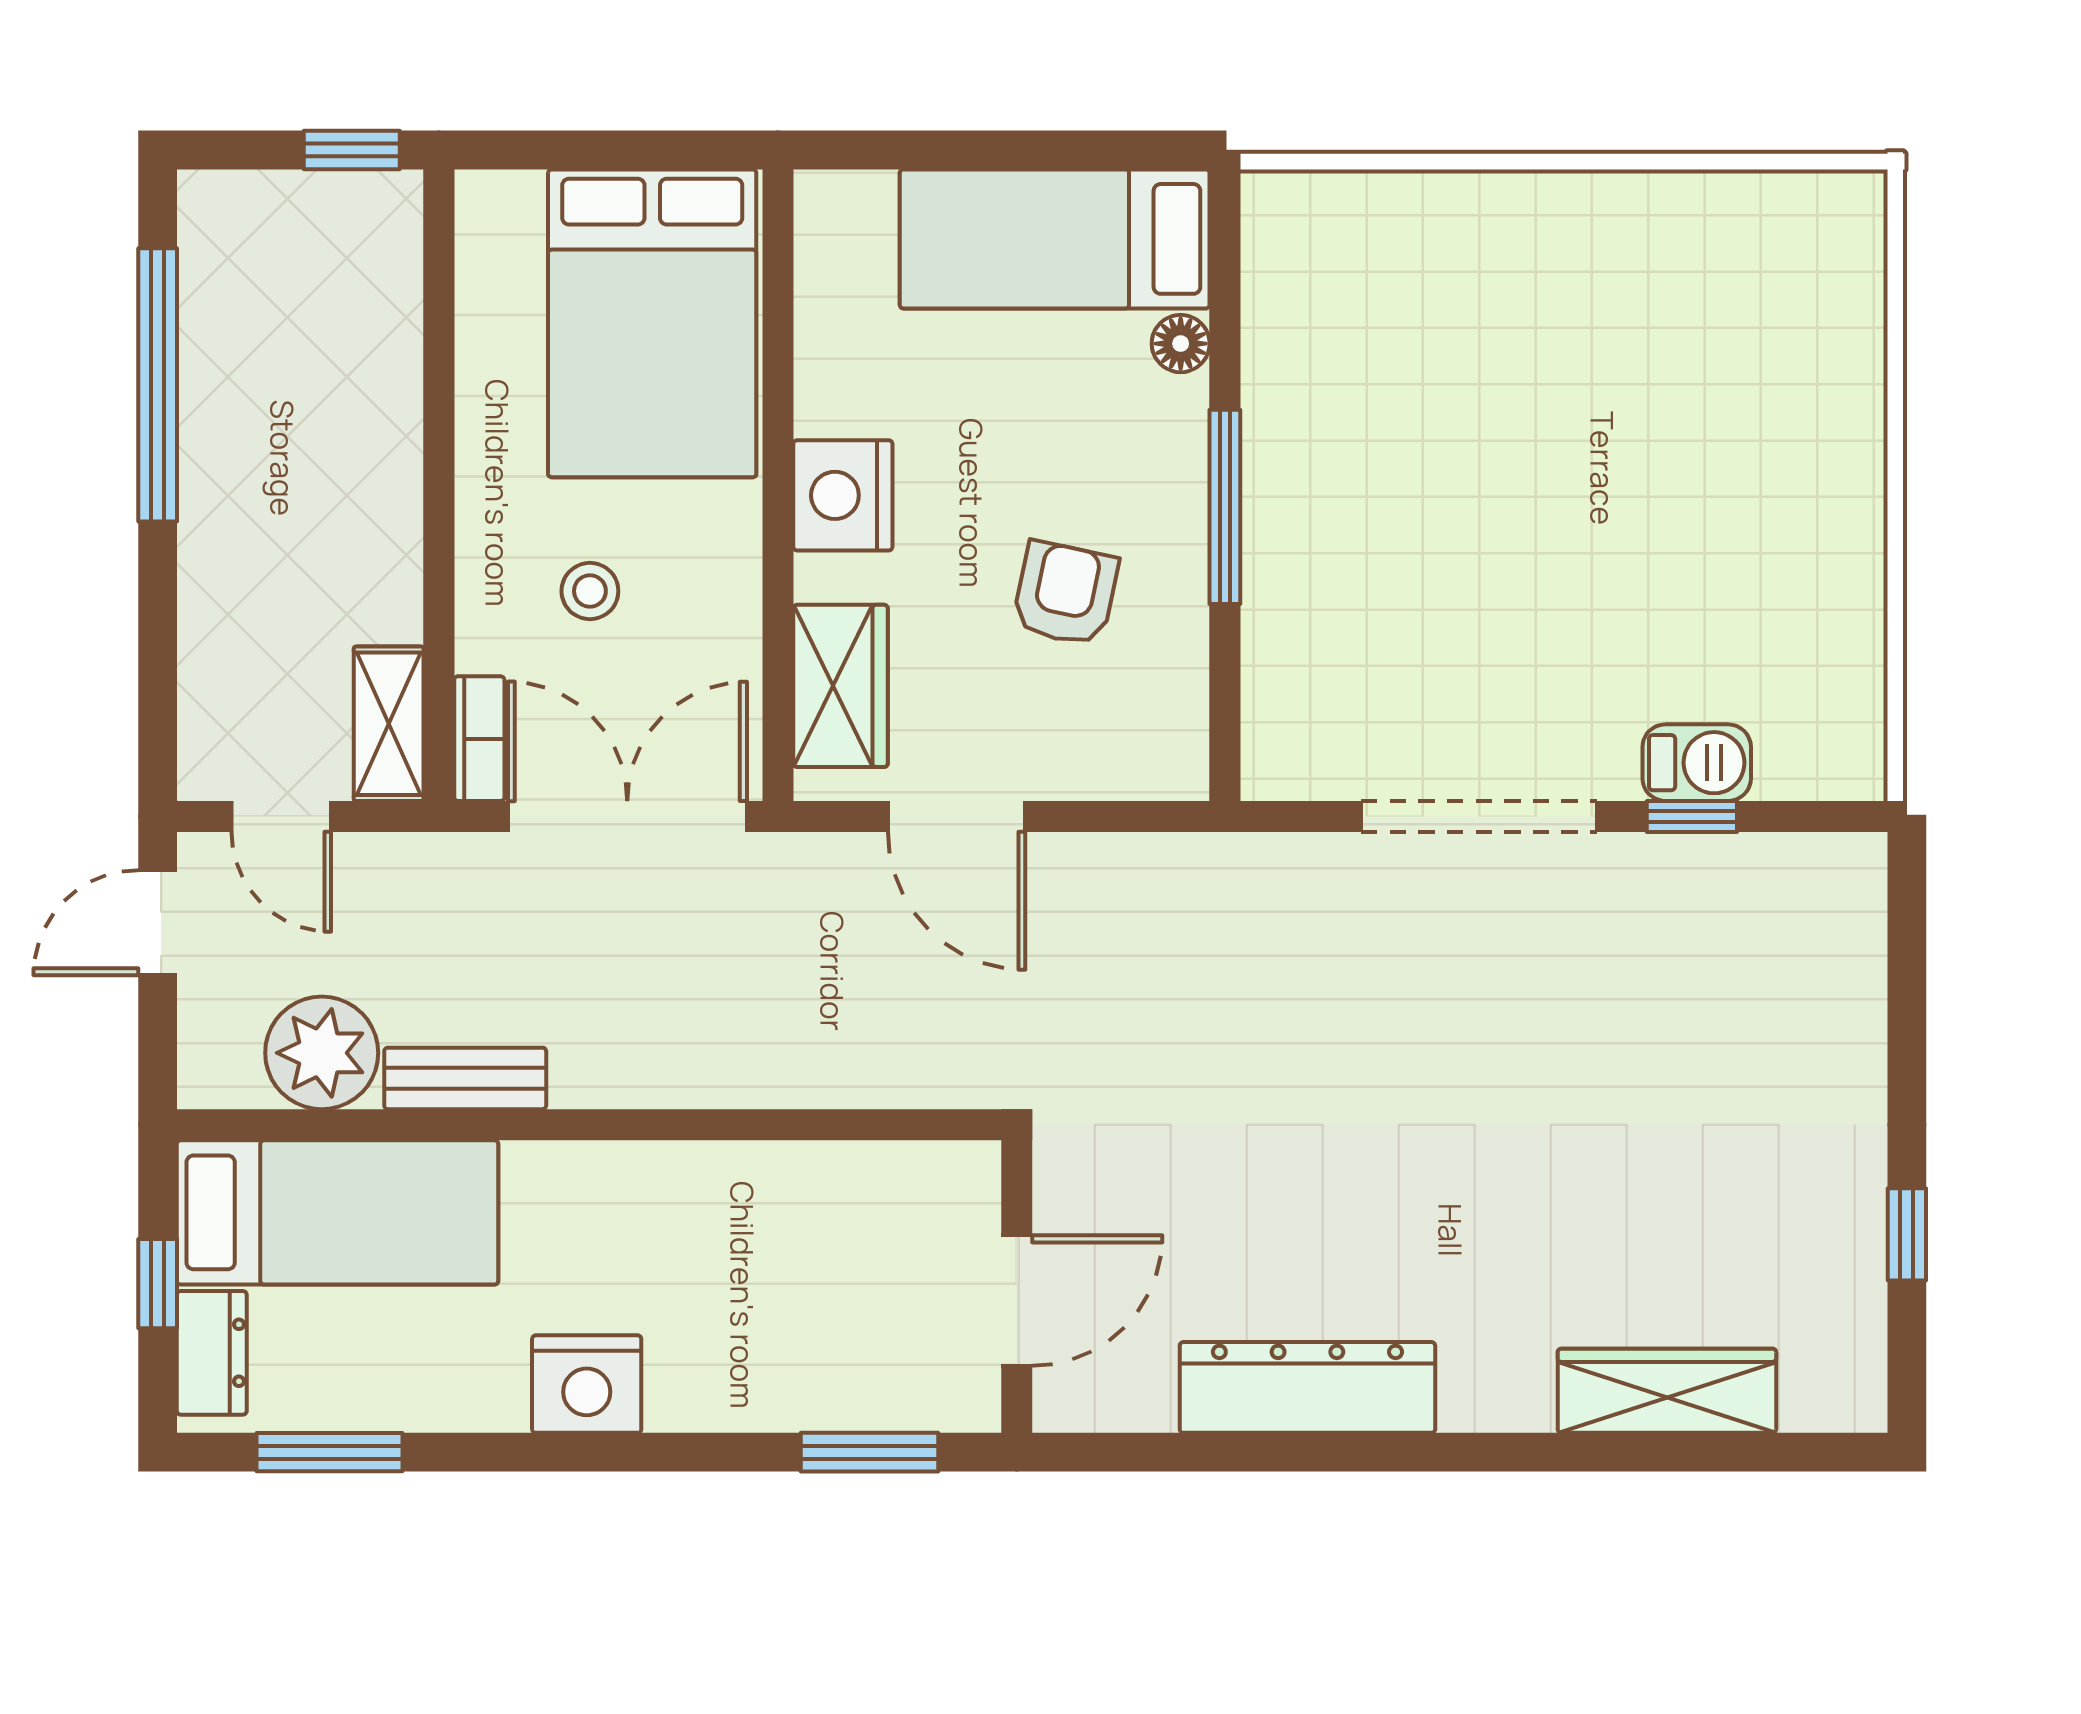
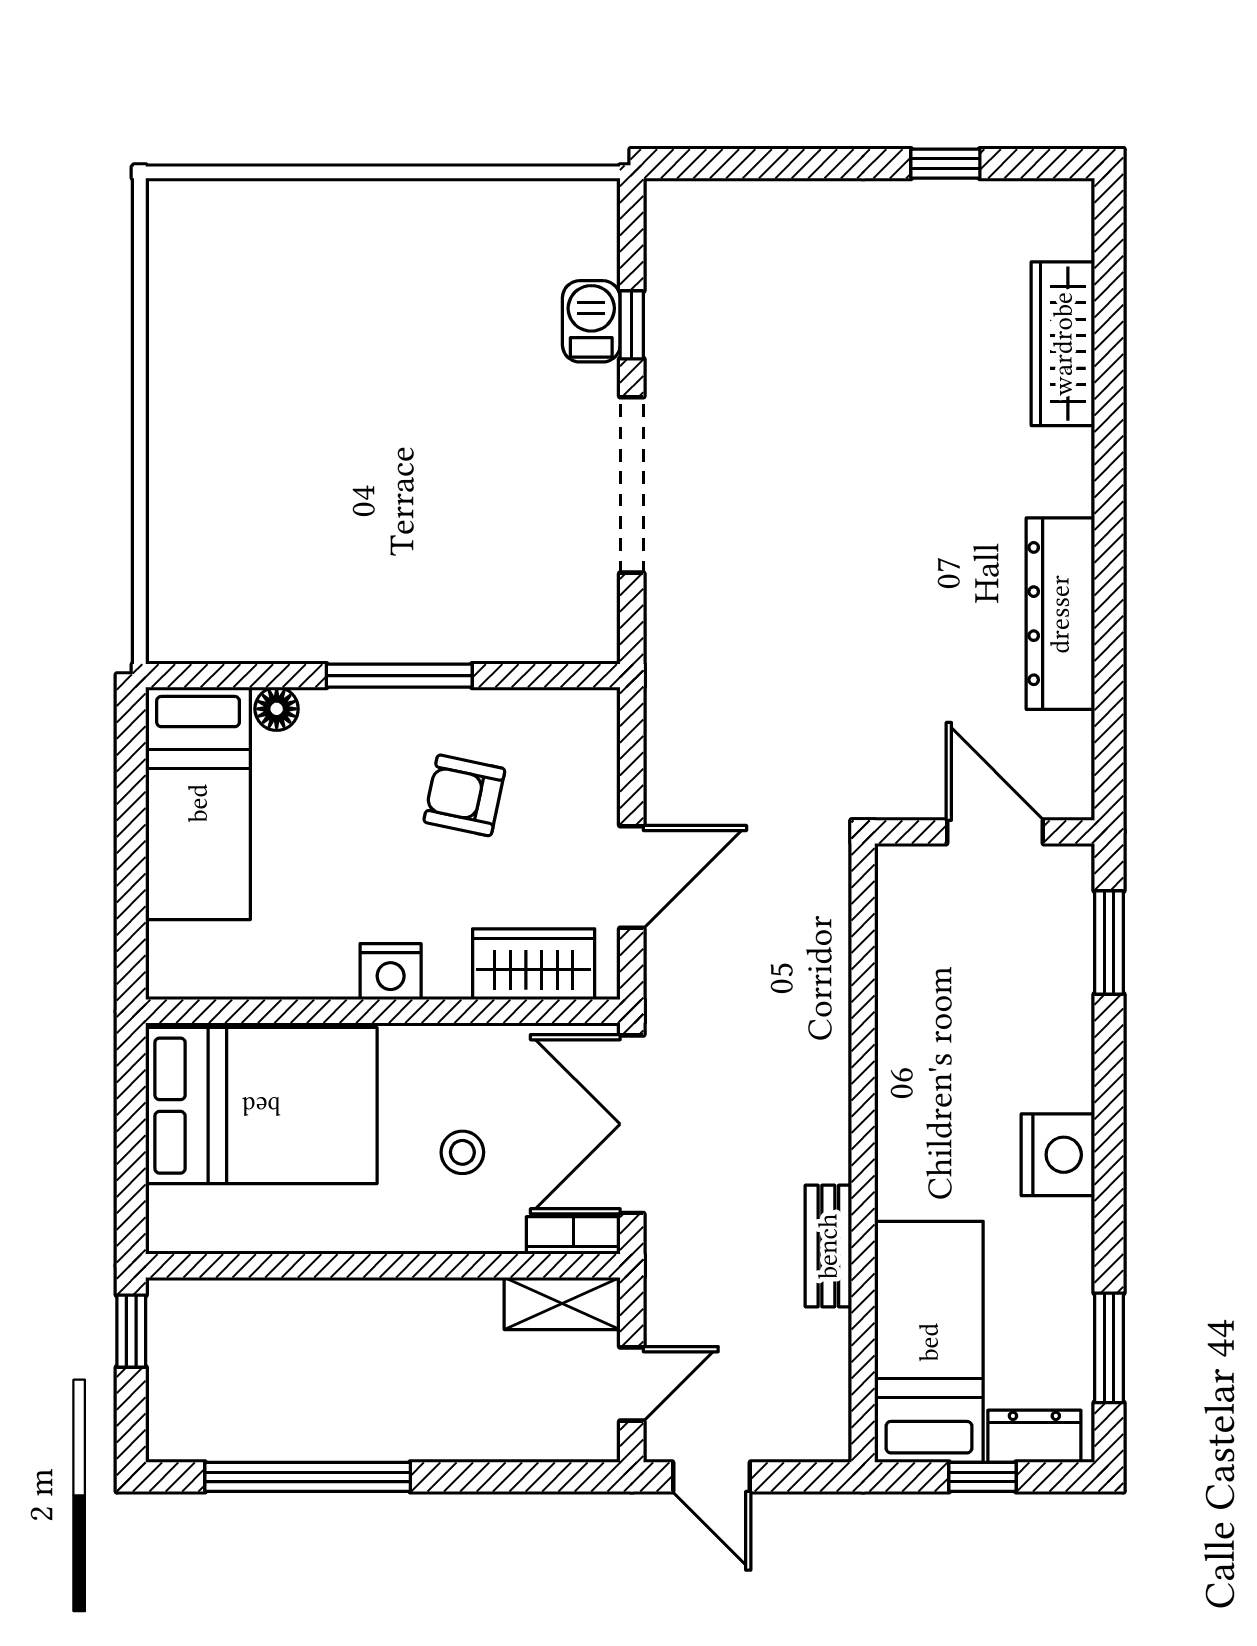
nightstand: (843, 495) -> (391, 972), width x0.74, depth x0.75
plant: (322, 1053) -> (809, 1354), removed

